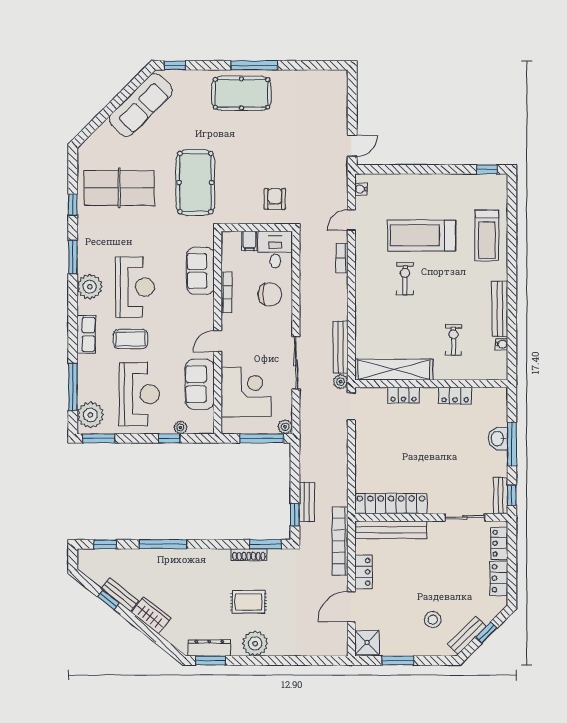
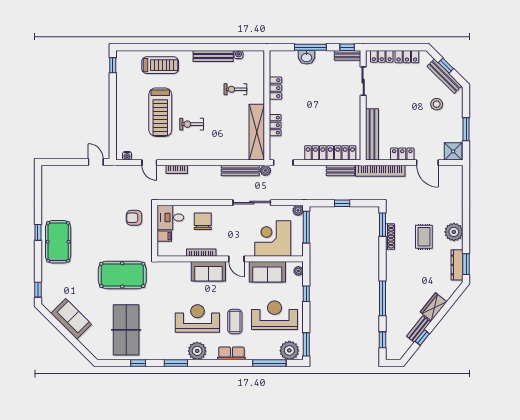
window: (255, 65) -> (38, 232), width x0.46
sofa: (141, 105) -> (71, 319), width x0.73
sofa: (201, 271) -> (208, 271), moved
plant: (180, 427) -> (298, 271), moved
bench: (307, 502) -> (341, 171), moved
locker: (391, 504) -> (330, 153), moved, turned 90
window: (295, 515) -> (342, 203), moved
bench: (467, 635) -> (444, 76), width x1.36

